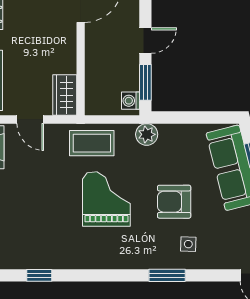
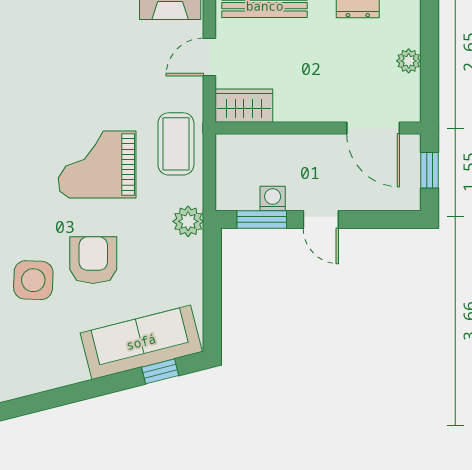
washing machine: (131, 101) -> (273, 199), moved
grand piano: (106, 199) -> (97, 165), turned 180
side table: (188, 244) -> (33, 280), width x1.87, depth x1.87

